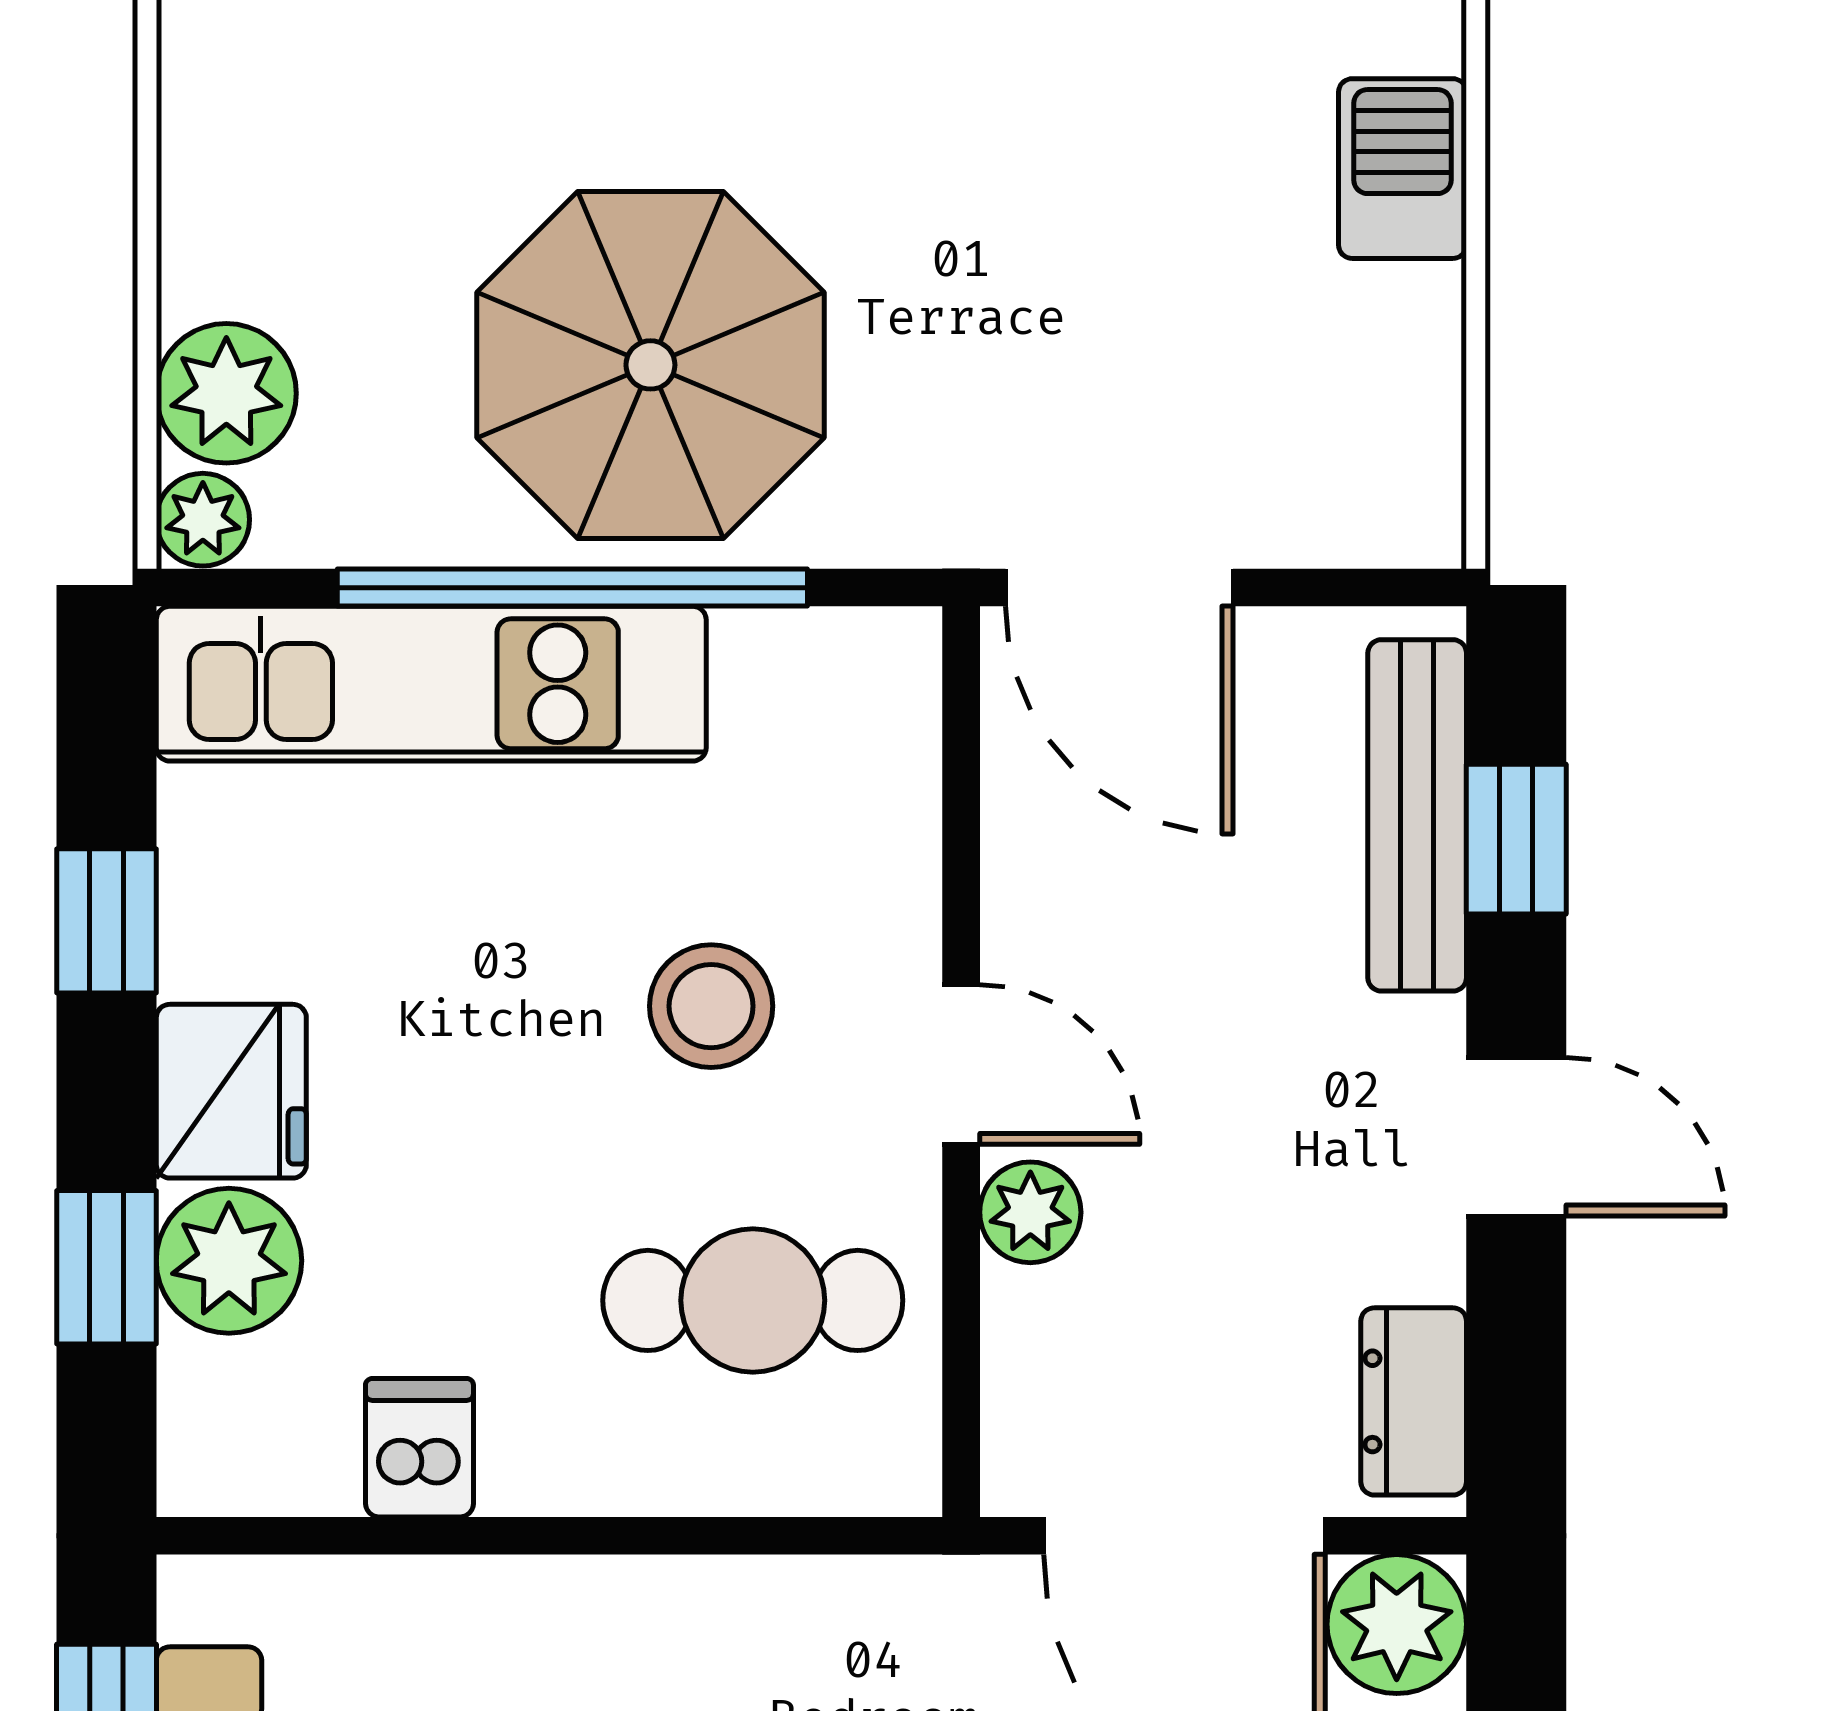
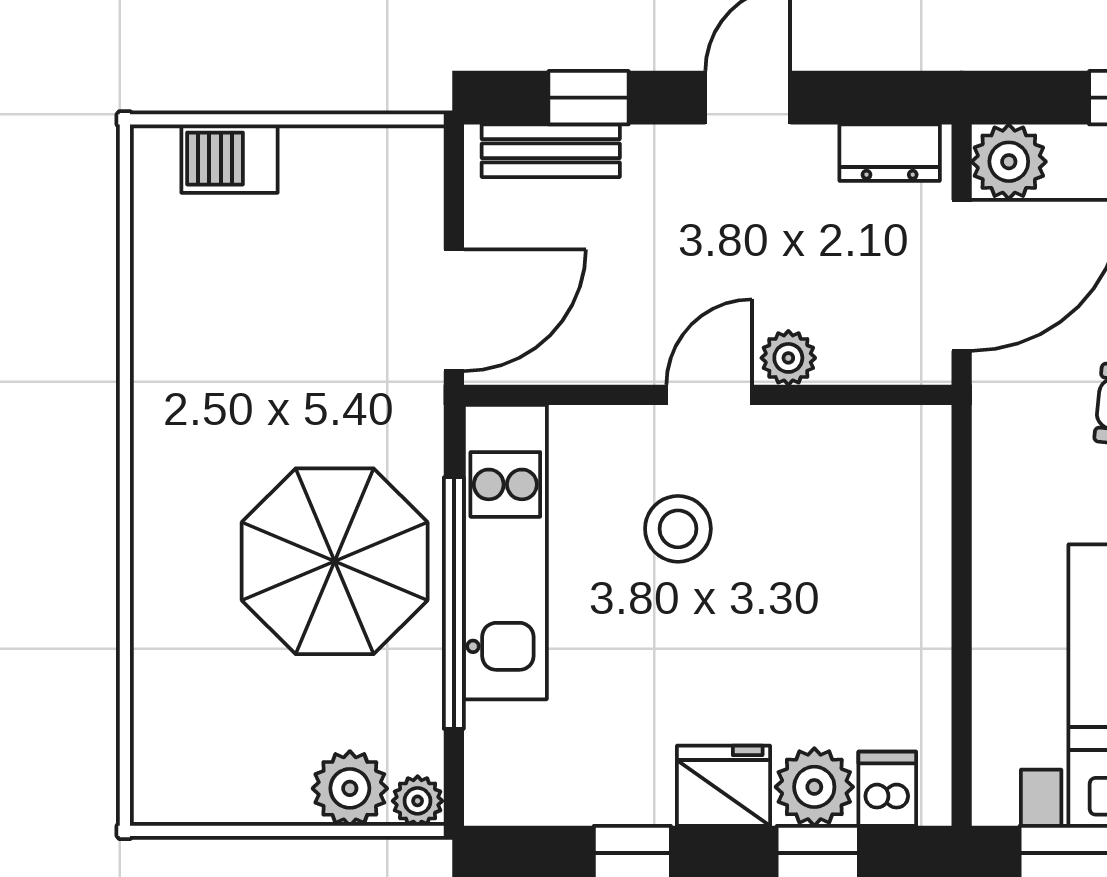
kitchen unit: (431, 684) -> (505, 552), moved
bench: (1417, 815) -> (551, 151), width x0.73
cafe table: (753, 1300) -> (836, 506), removed
dishwasher: (419, 1448) -> (887, 789), moved, turned 90

